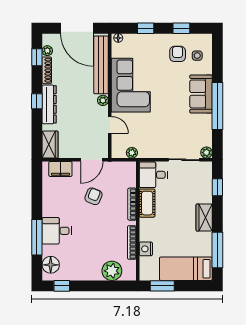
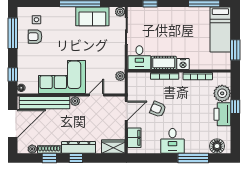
window: (146, 28) -> (13, 75), moved
window: (181, 28) -> (13, 33), width x2.17
window: (37, 57) -> (49, 158), moved
sofa: (201, 94) -> (92, 16), moved
door: (92, 160) -> (126, 111), hinge flipped
wardrobe: (204, 218) -> (176, 14), removed
desk: (57, 231) -> (172, 141), moved
nightstand: (146, 249) -> (183, 64), moved
printer: (88, 271) -> (222, 114), added
window: (62, 286) -> (235, 107), moved

